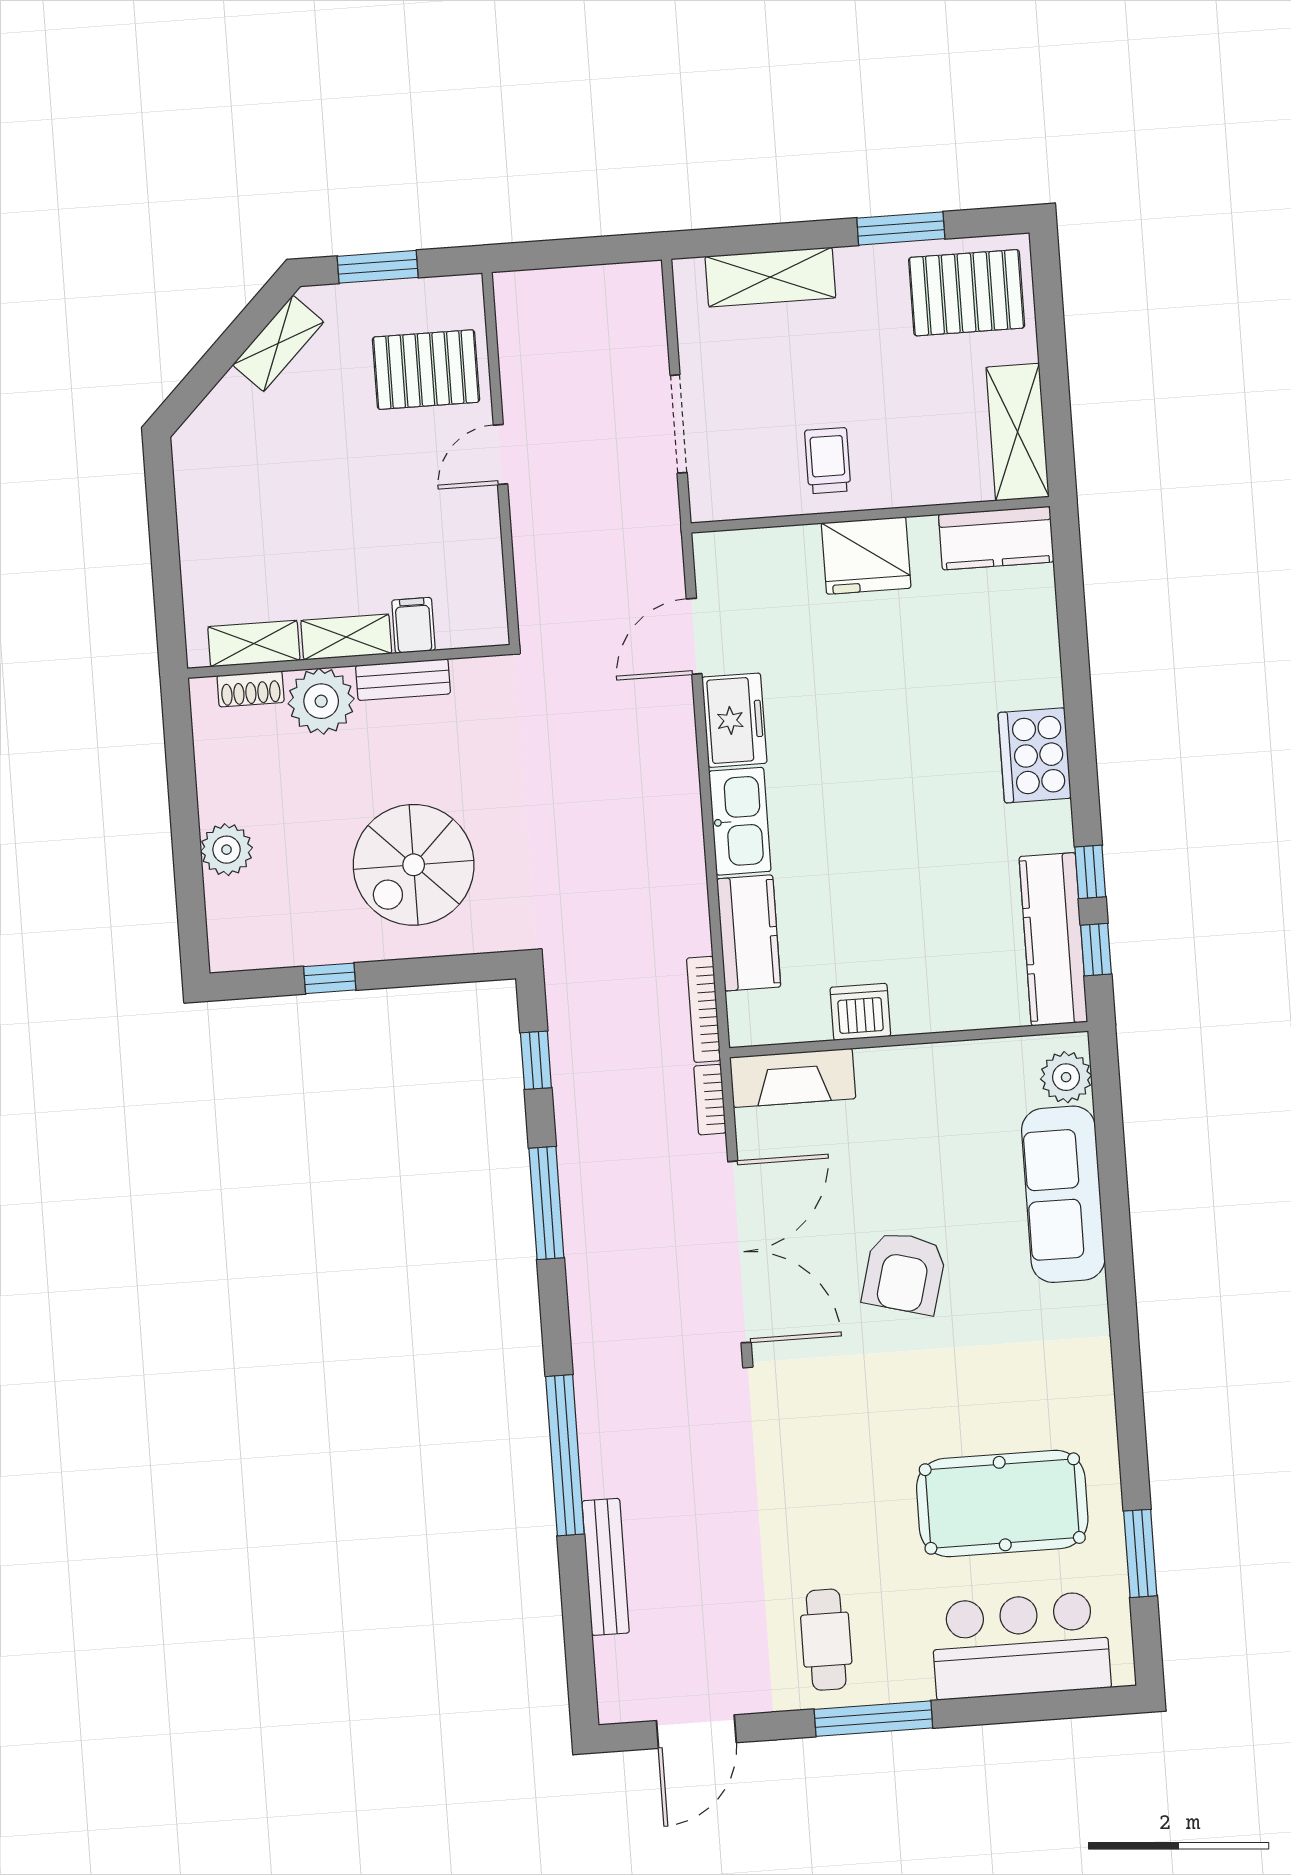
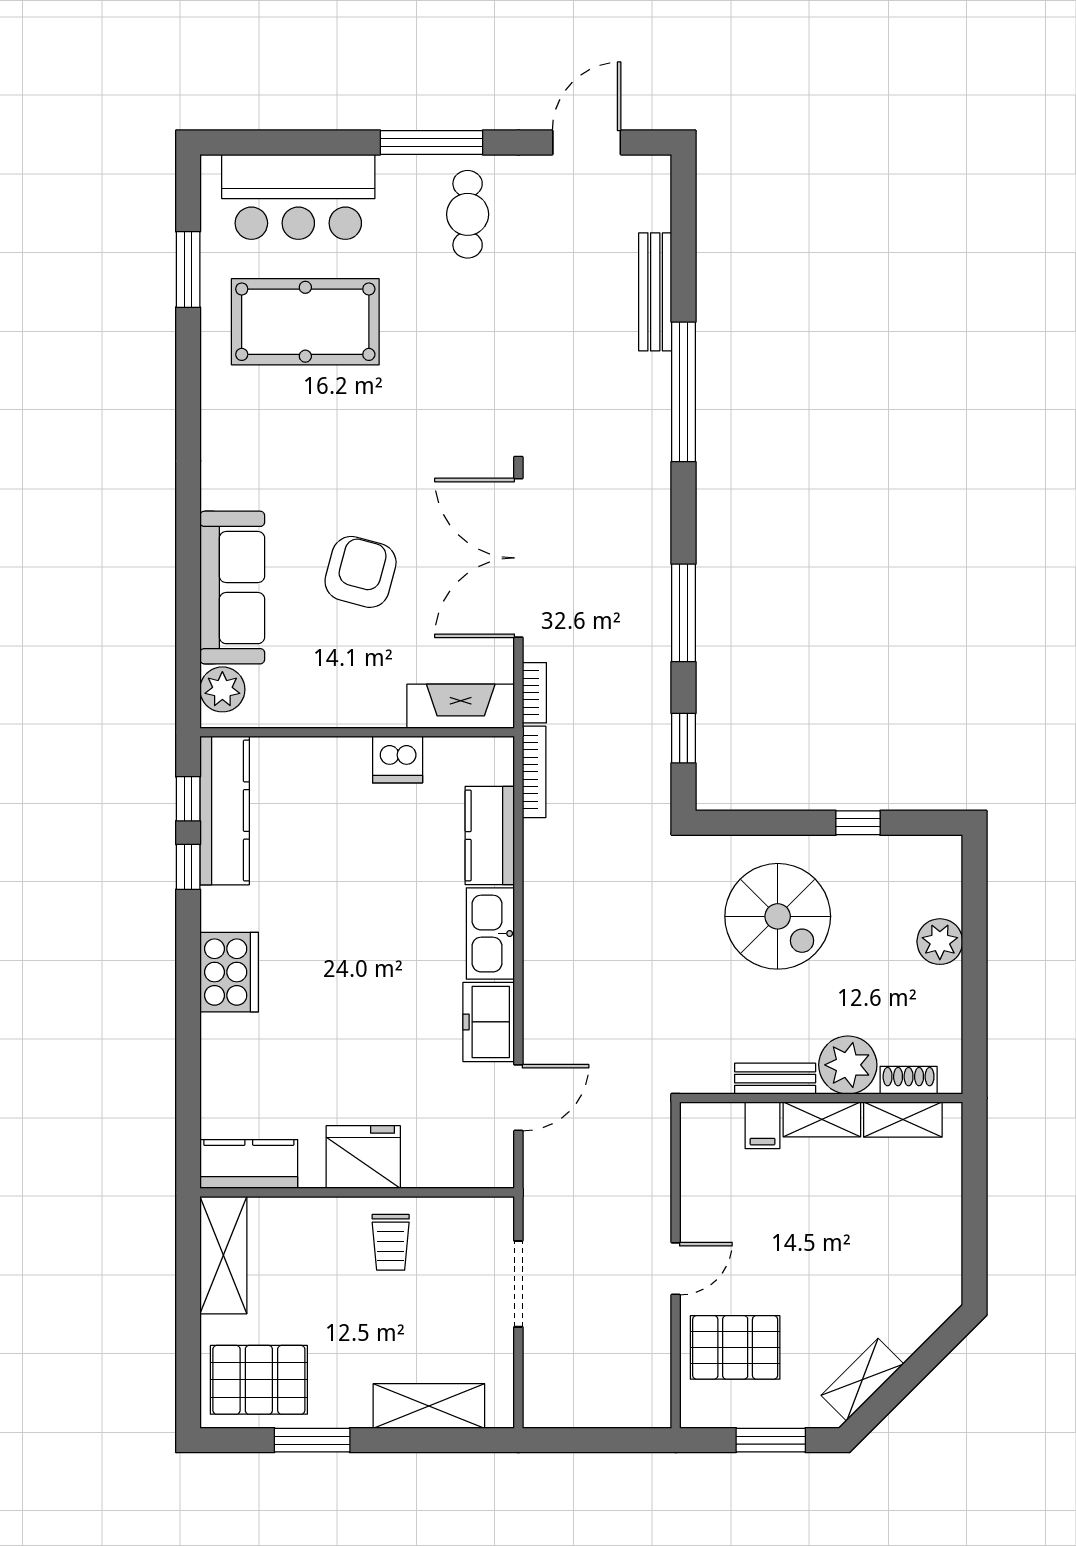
spiral stairs: (414, 865) -> (778, 916), turned 90
armchair: (904, 1273) -> (361, 572), moved

